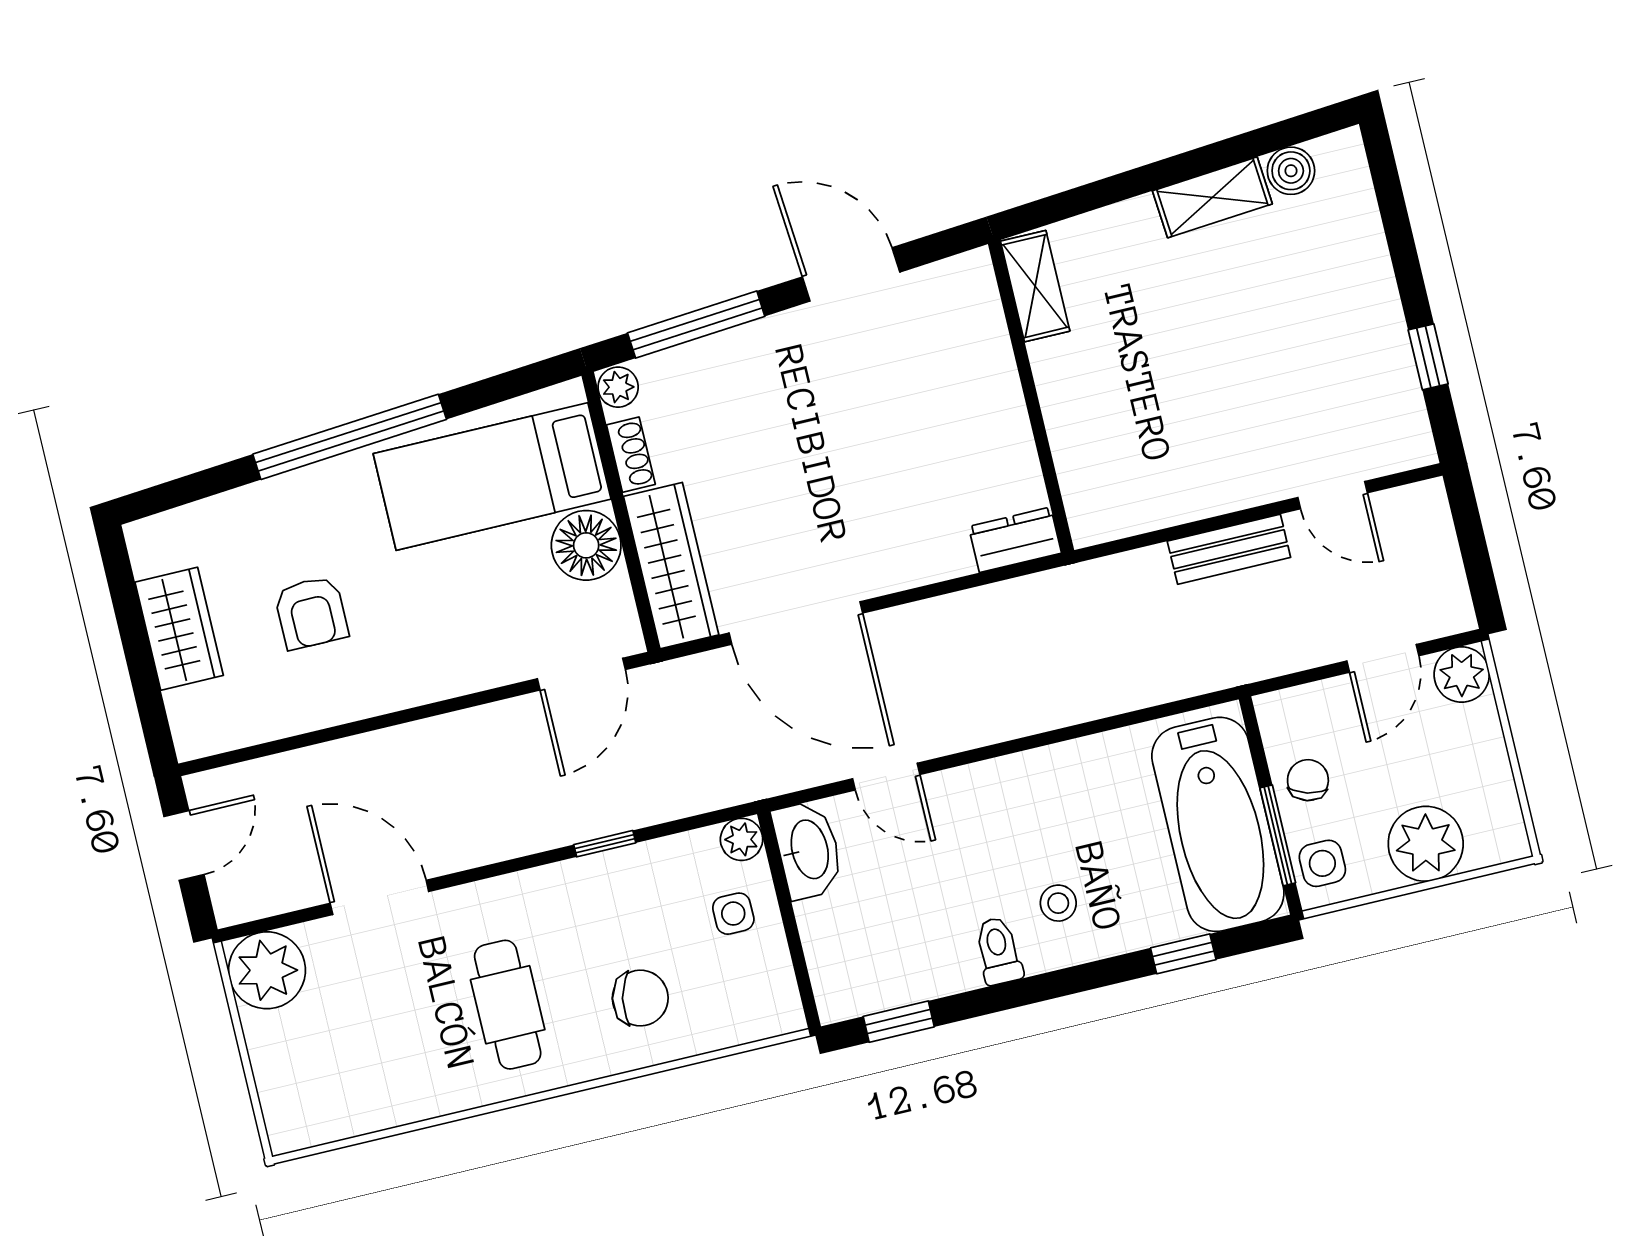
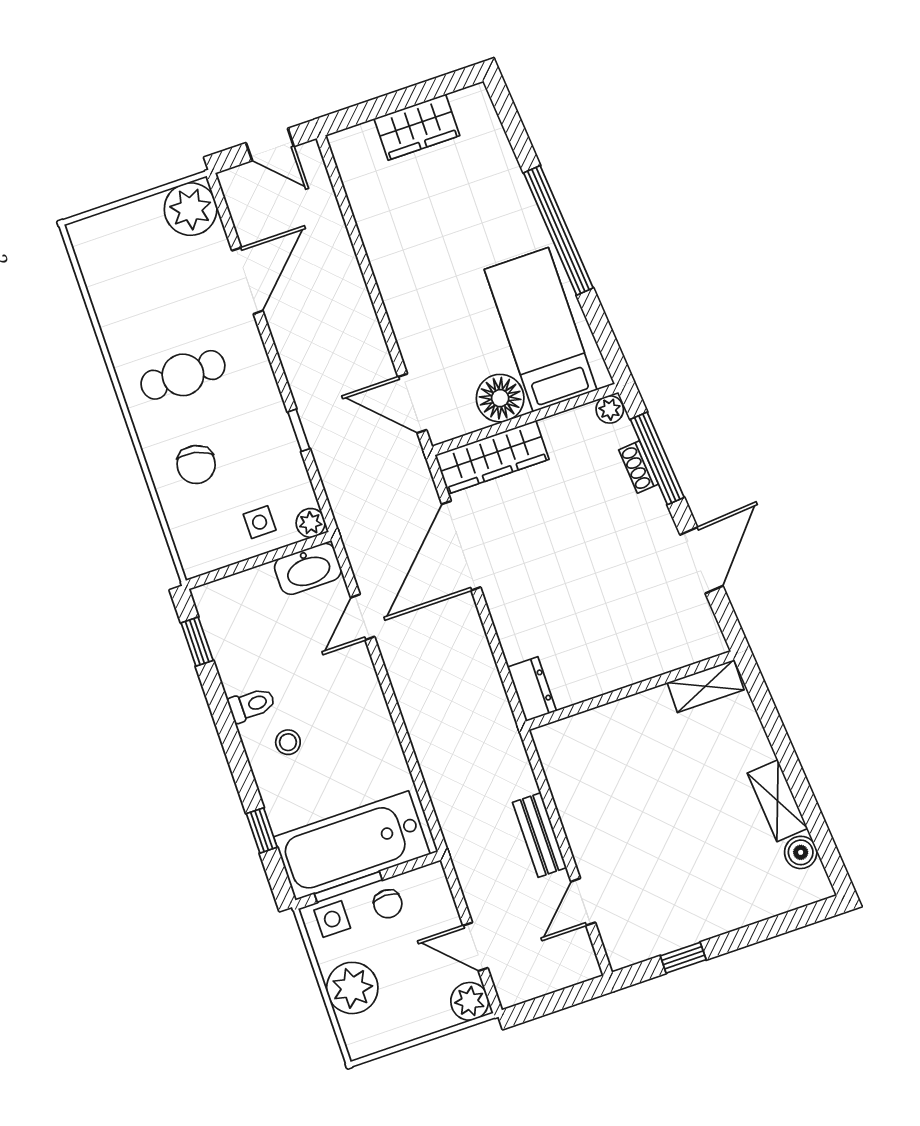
shoe rack: (631, 455) -> (639, 467), moved, turned 85
armchair: (311, 613) -> (436, 216), removed
chair: (1308, 780) -> (388, 904), turned 74

